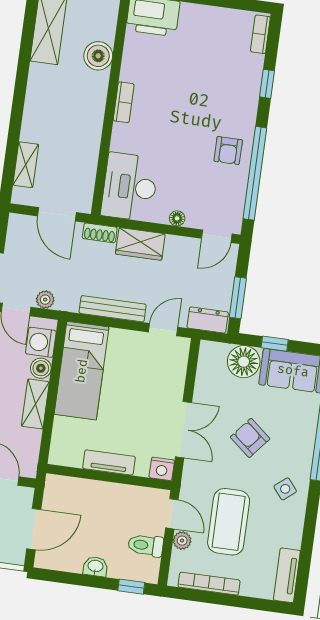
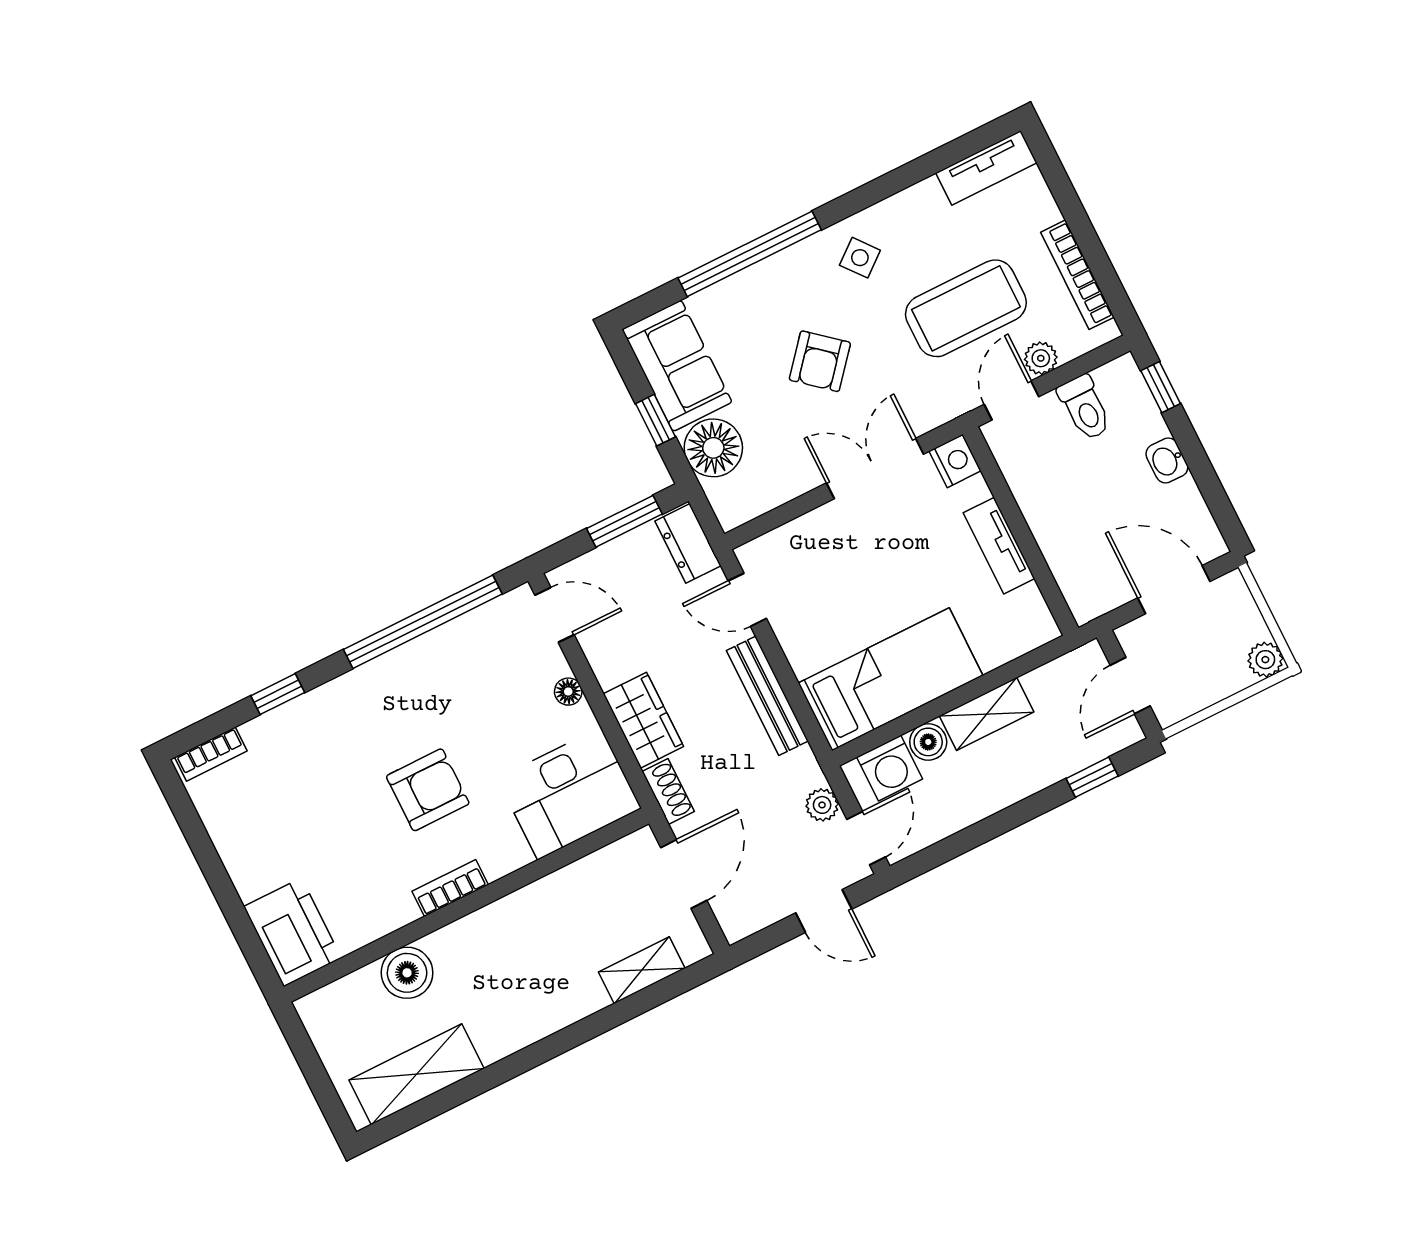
armchair: (228, 151) -> (428, 790), moved, width x1.38, depth x1.38

